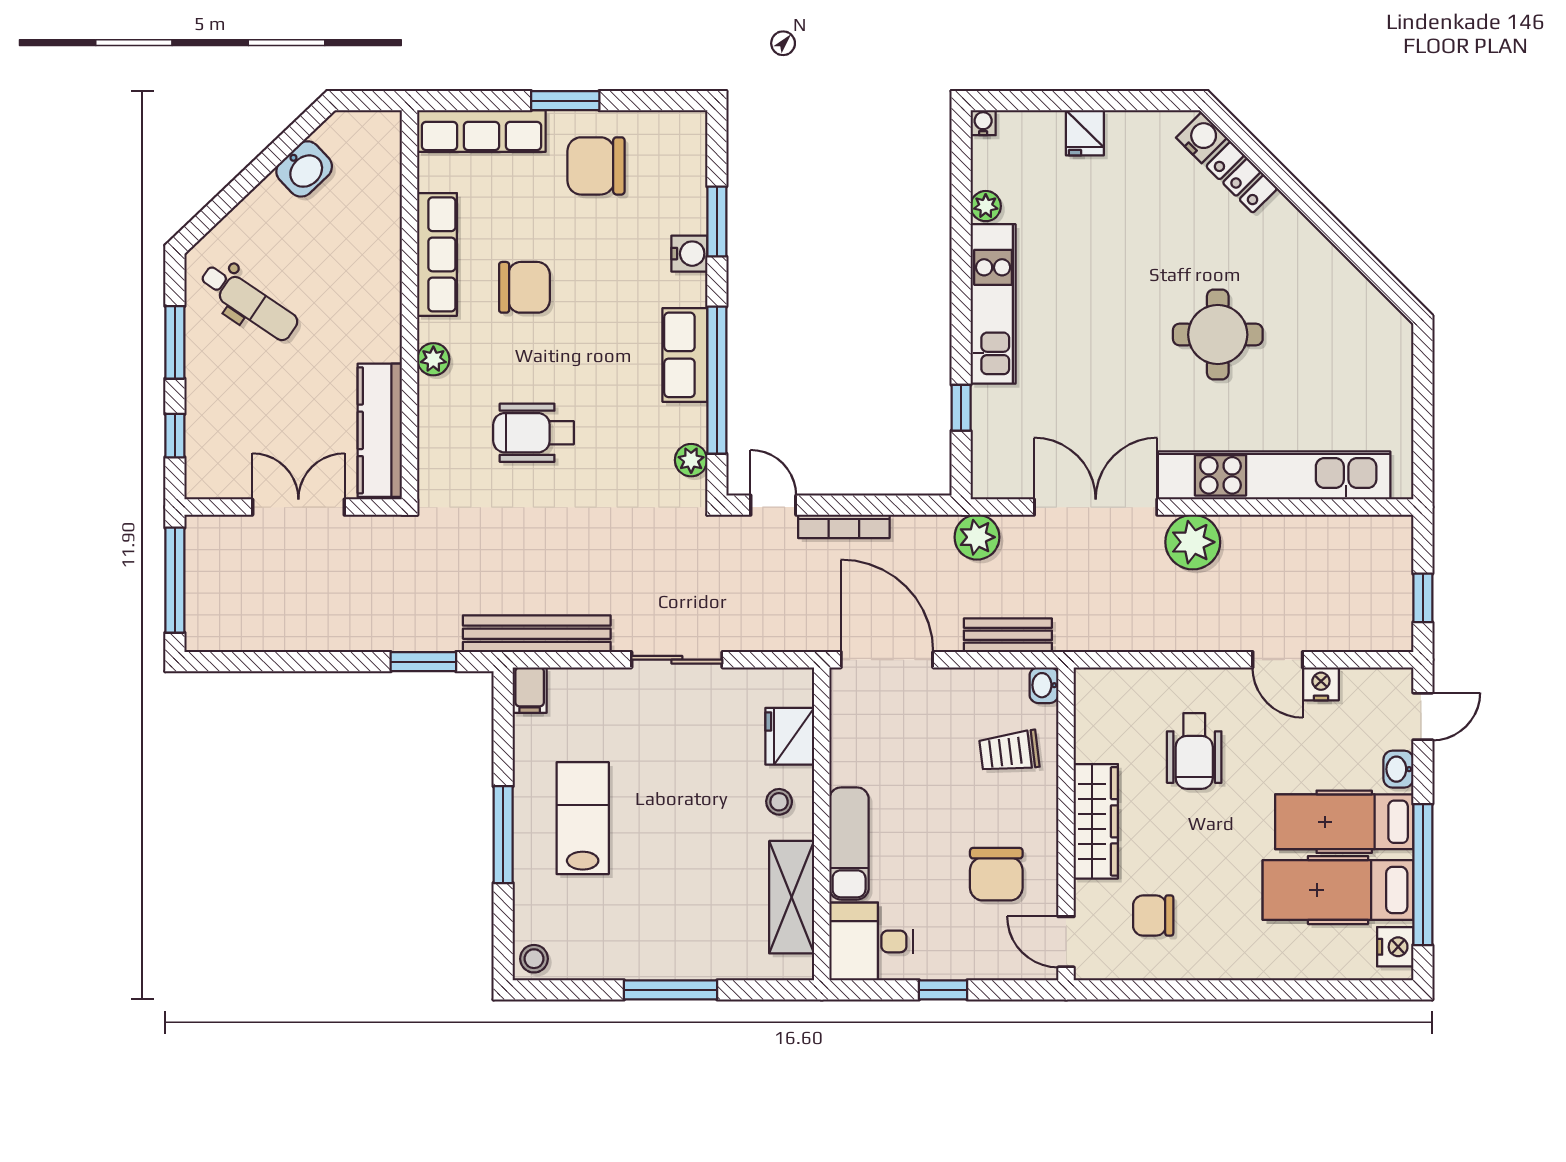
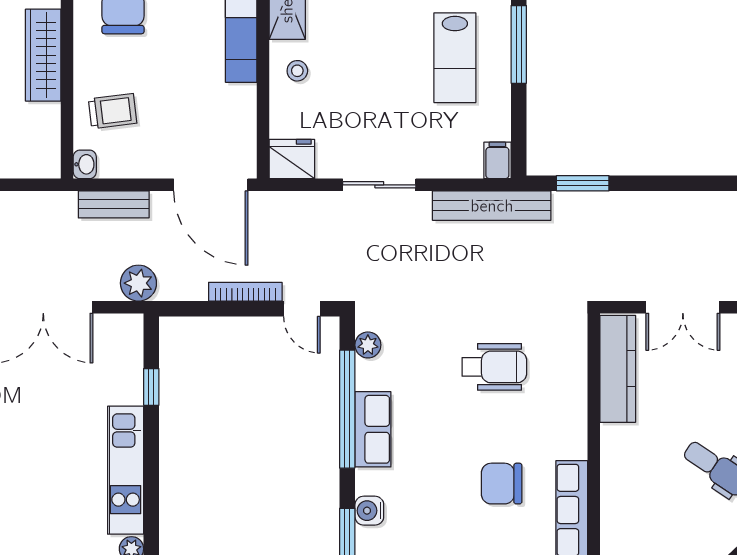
plant: (433, 359) -> (575, 426), removed
fridge: (790, 736) -> (292, 159), moved, turned -90

